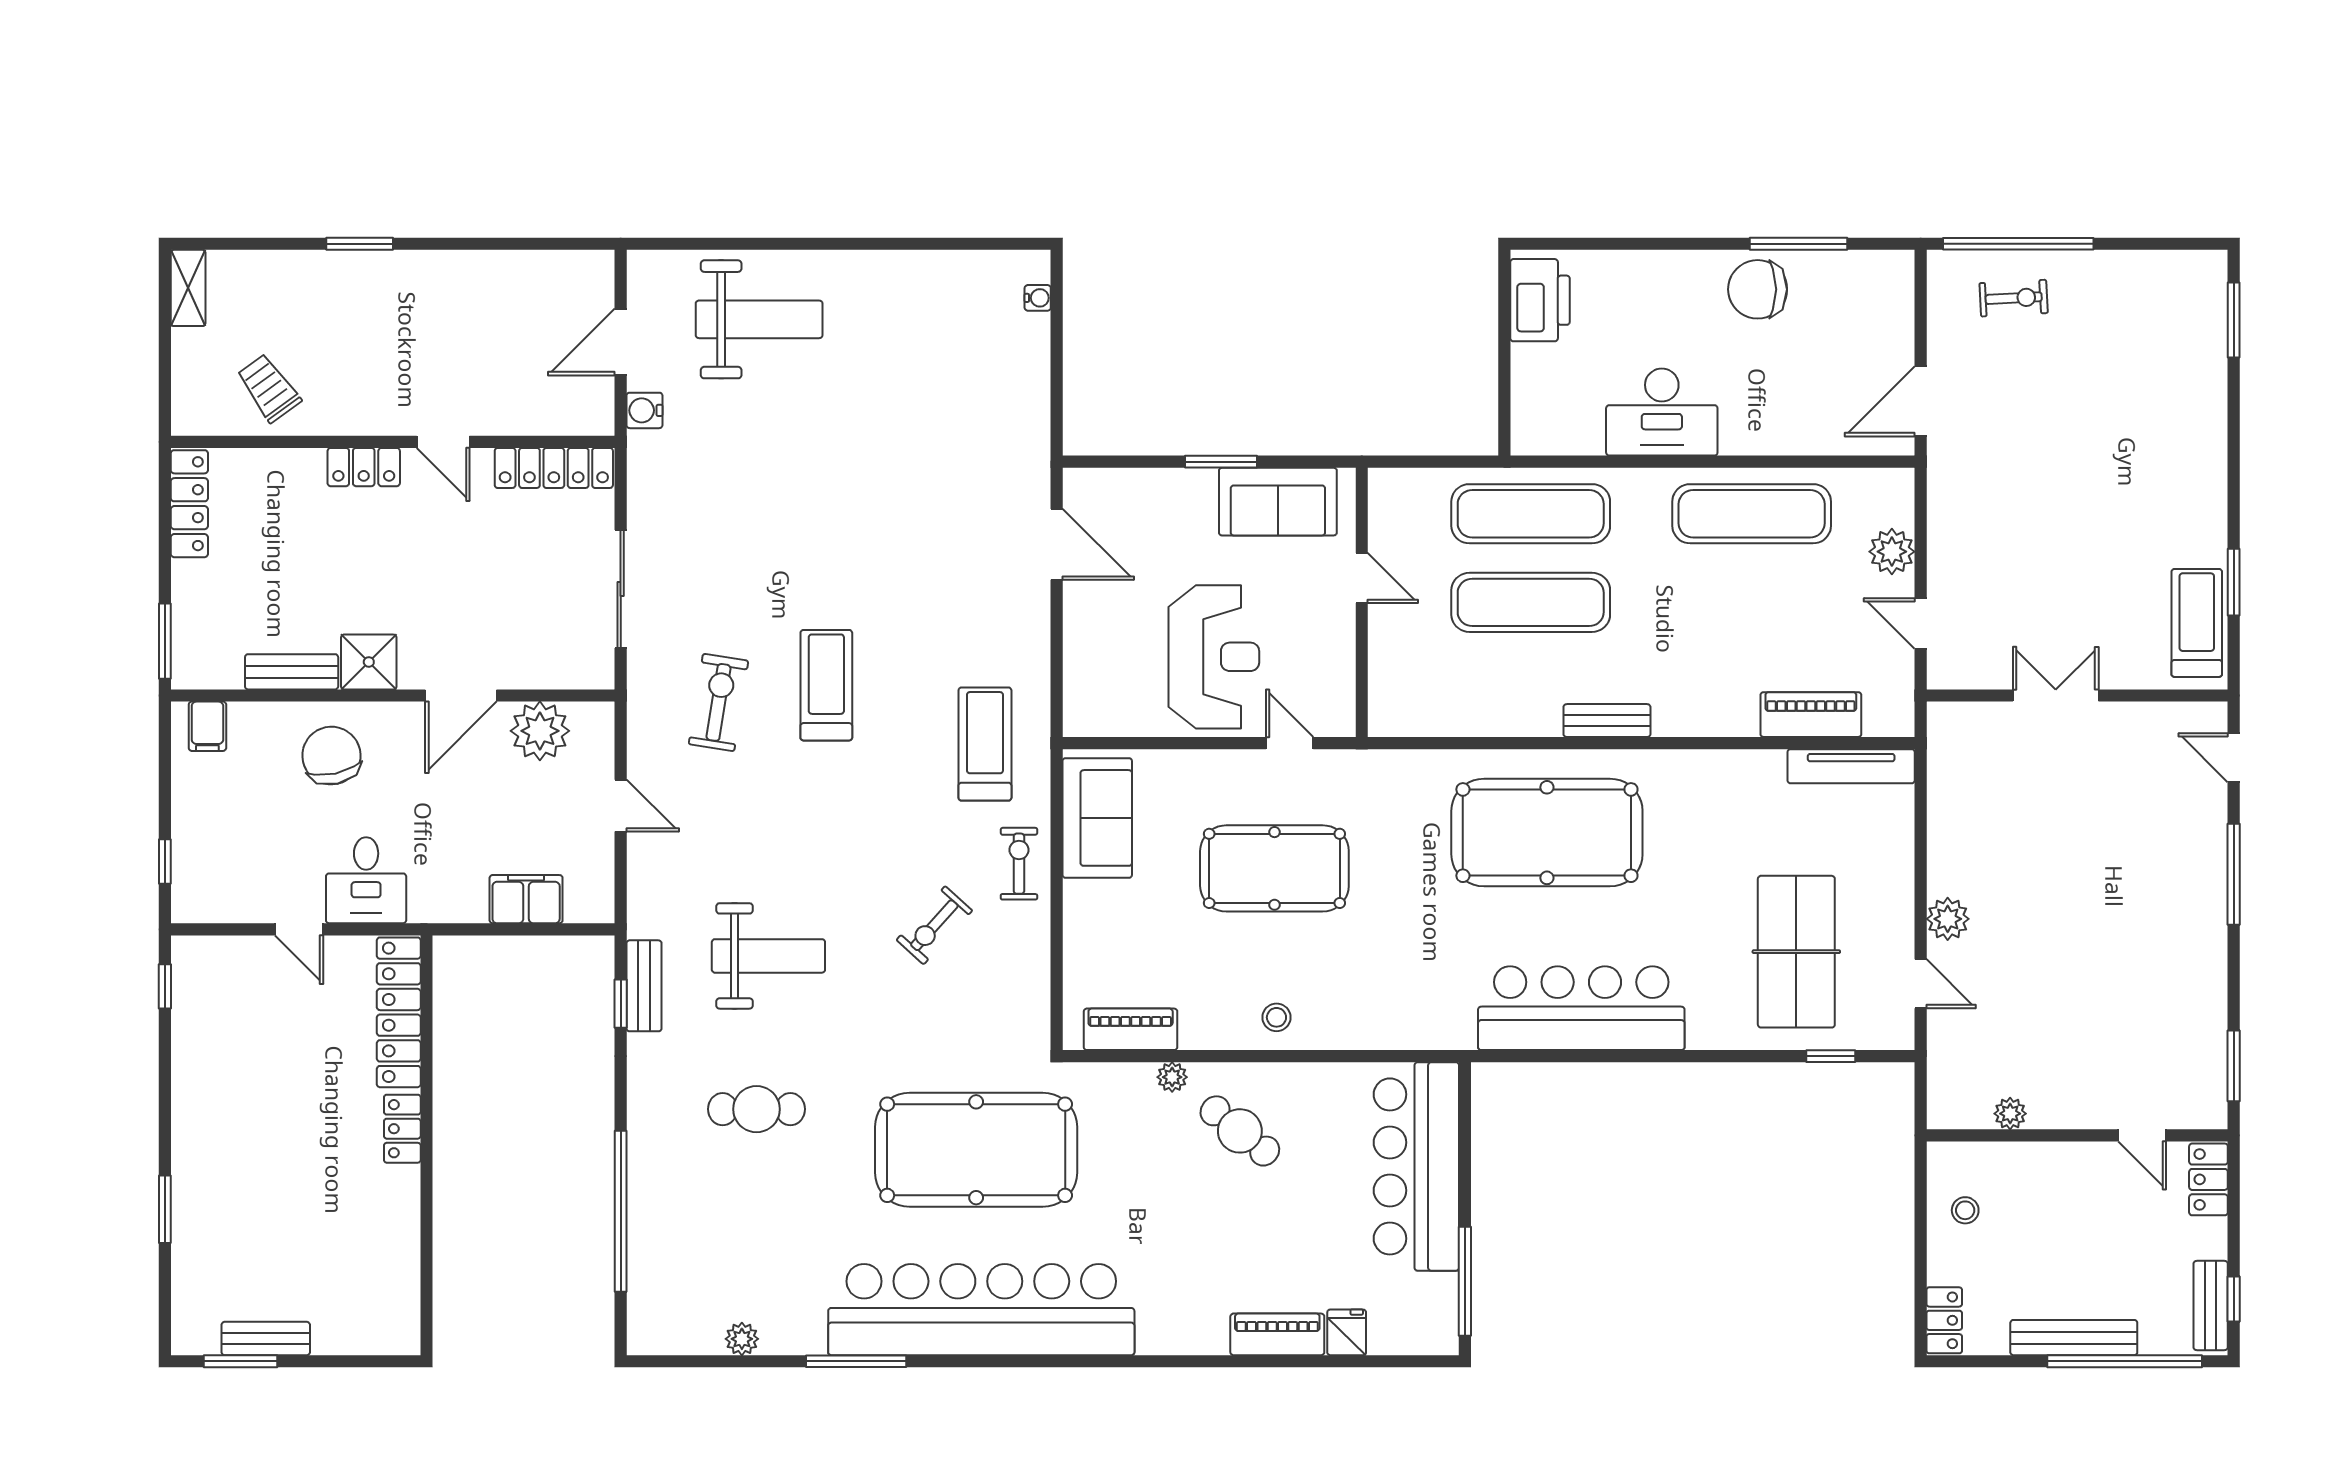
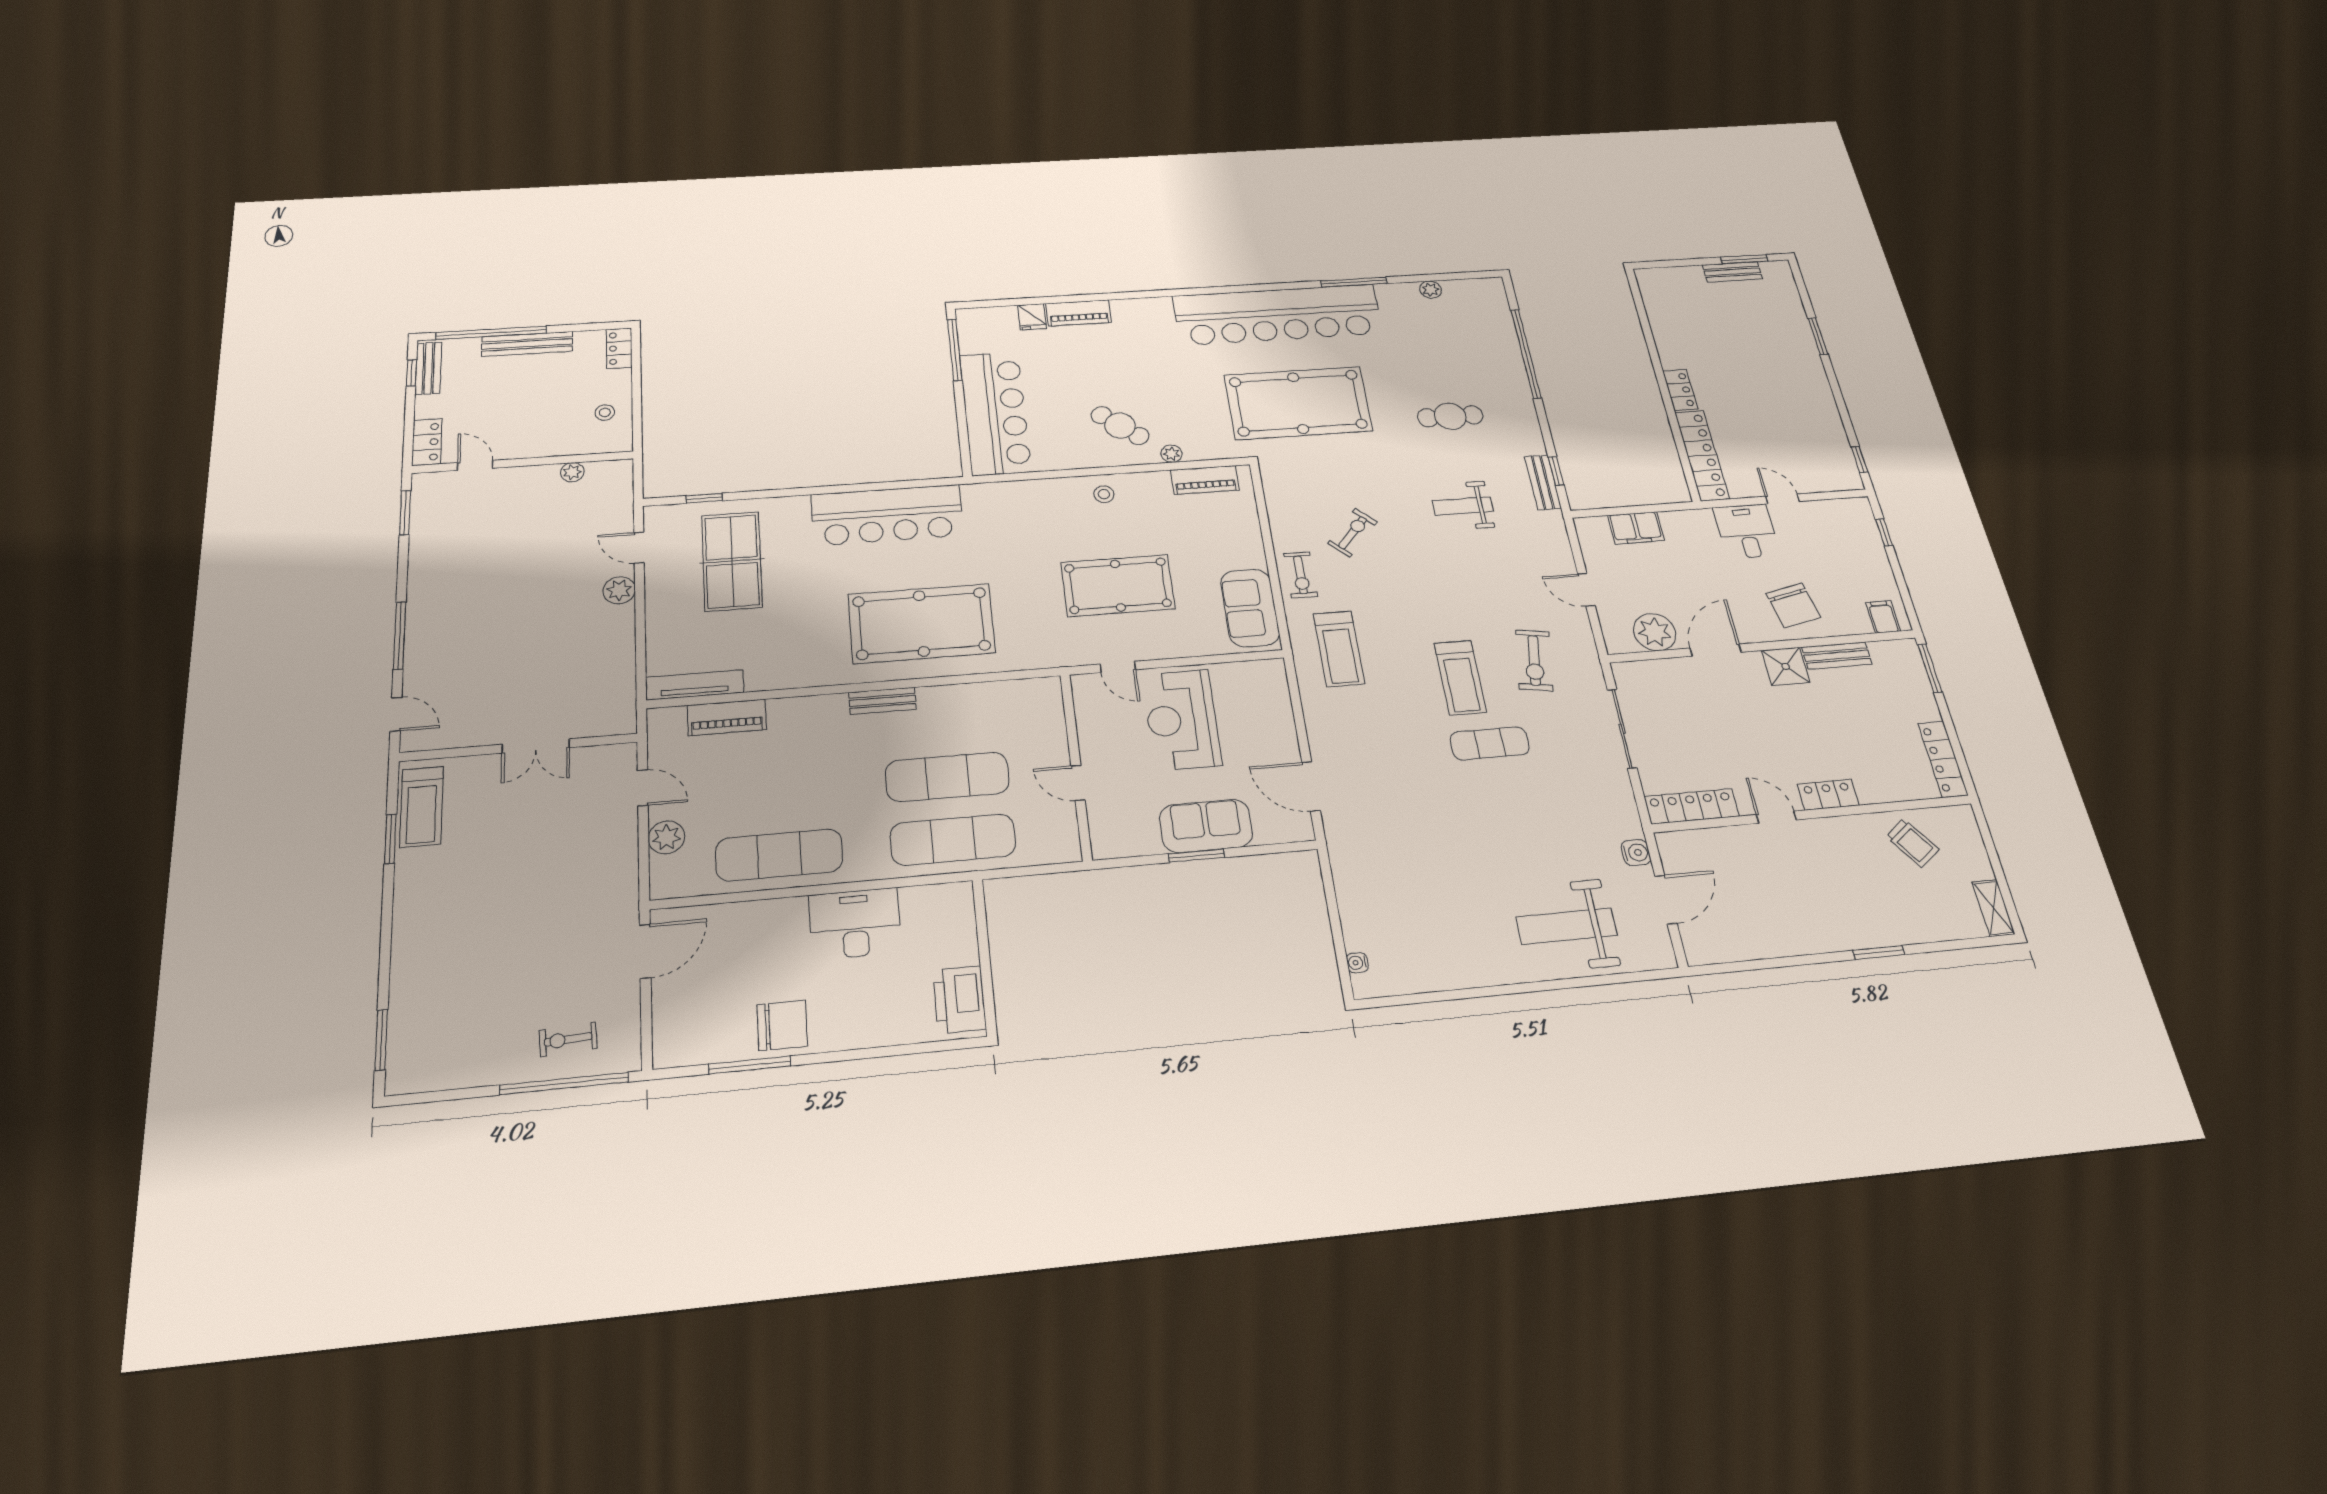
sofa: (1278, 502) -> (1206, 826), moved
exercise mat: (806, 584) -> (1490, 743), added
weight bench: (768, 956) -> (1463, 506), width x0.73, depth x0.75

